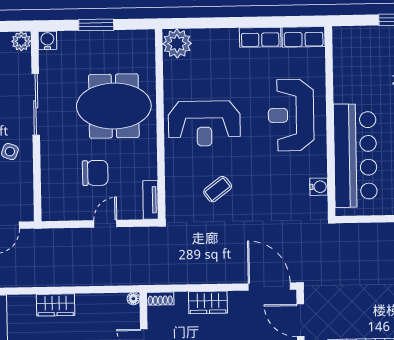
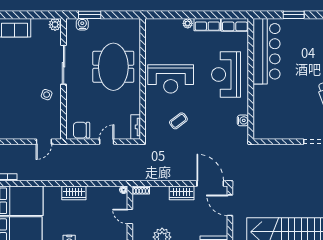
window: (96, 25) -> (90, 15), moved
water cooler: (47, 40) -> (82, 24), moved
plant: (177, 44) -> (188, 23), moved, width x0.53, depth x0.53
meeting table: (114, 106) -> (113, 67), turned 90
bar counter: (355, 156) -> (267, 51), moved
chair: (95, 173) -> (82, 130), moved, turned 180
wardrobe: (208, 302) -> (182, 193), moved

